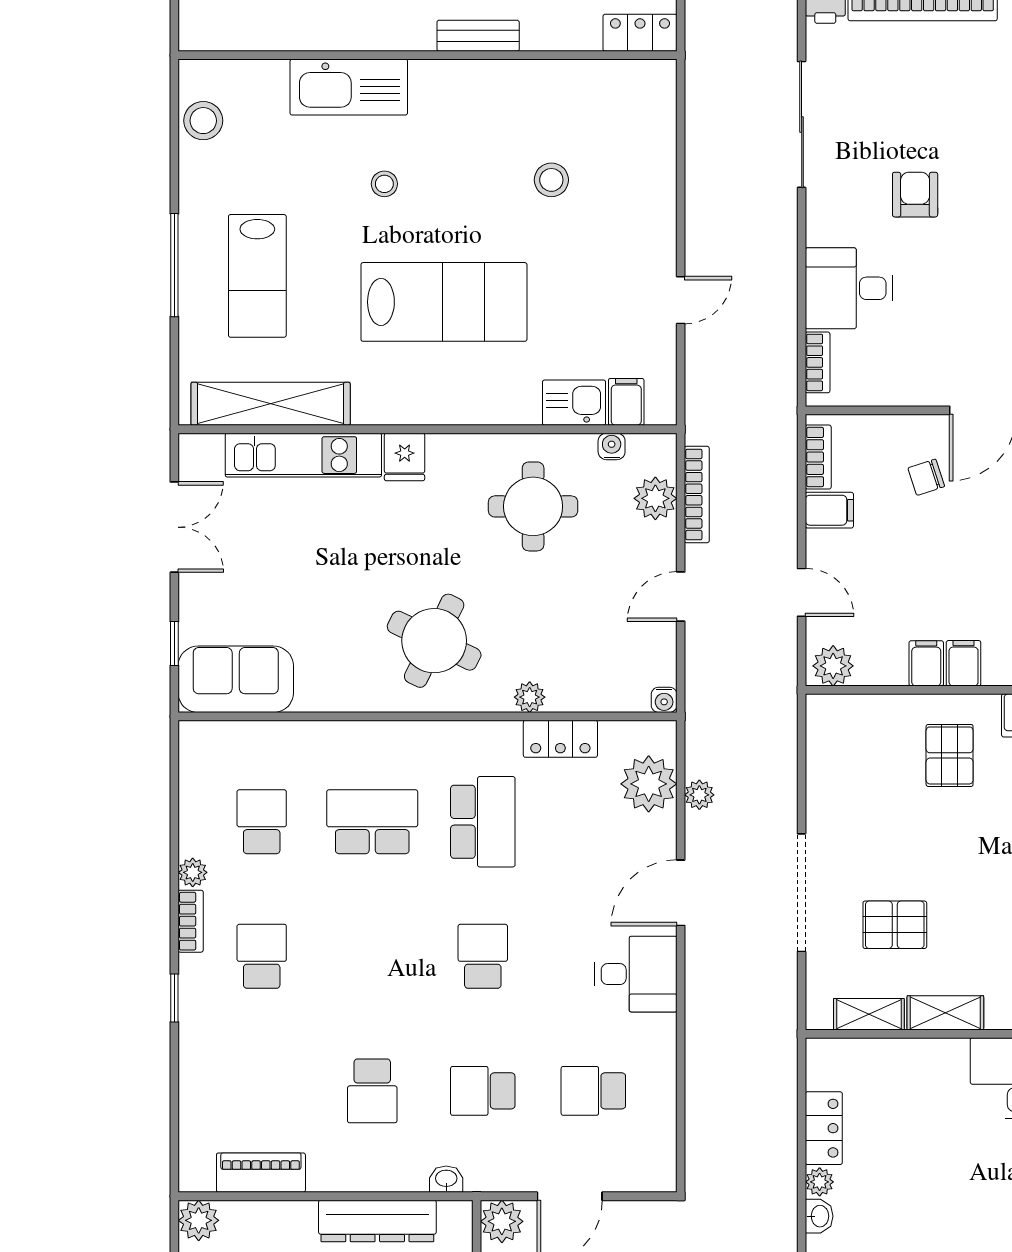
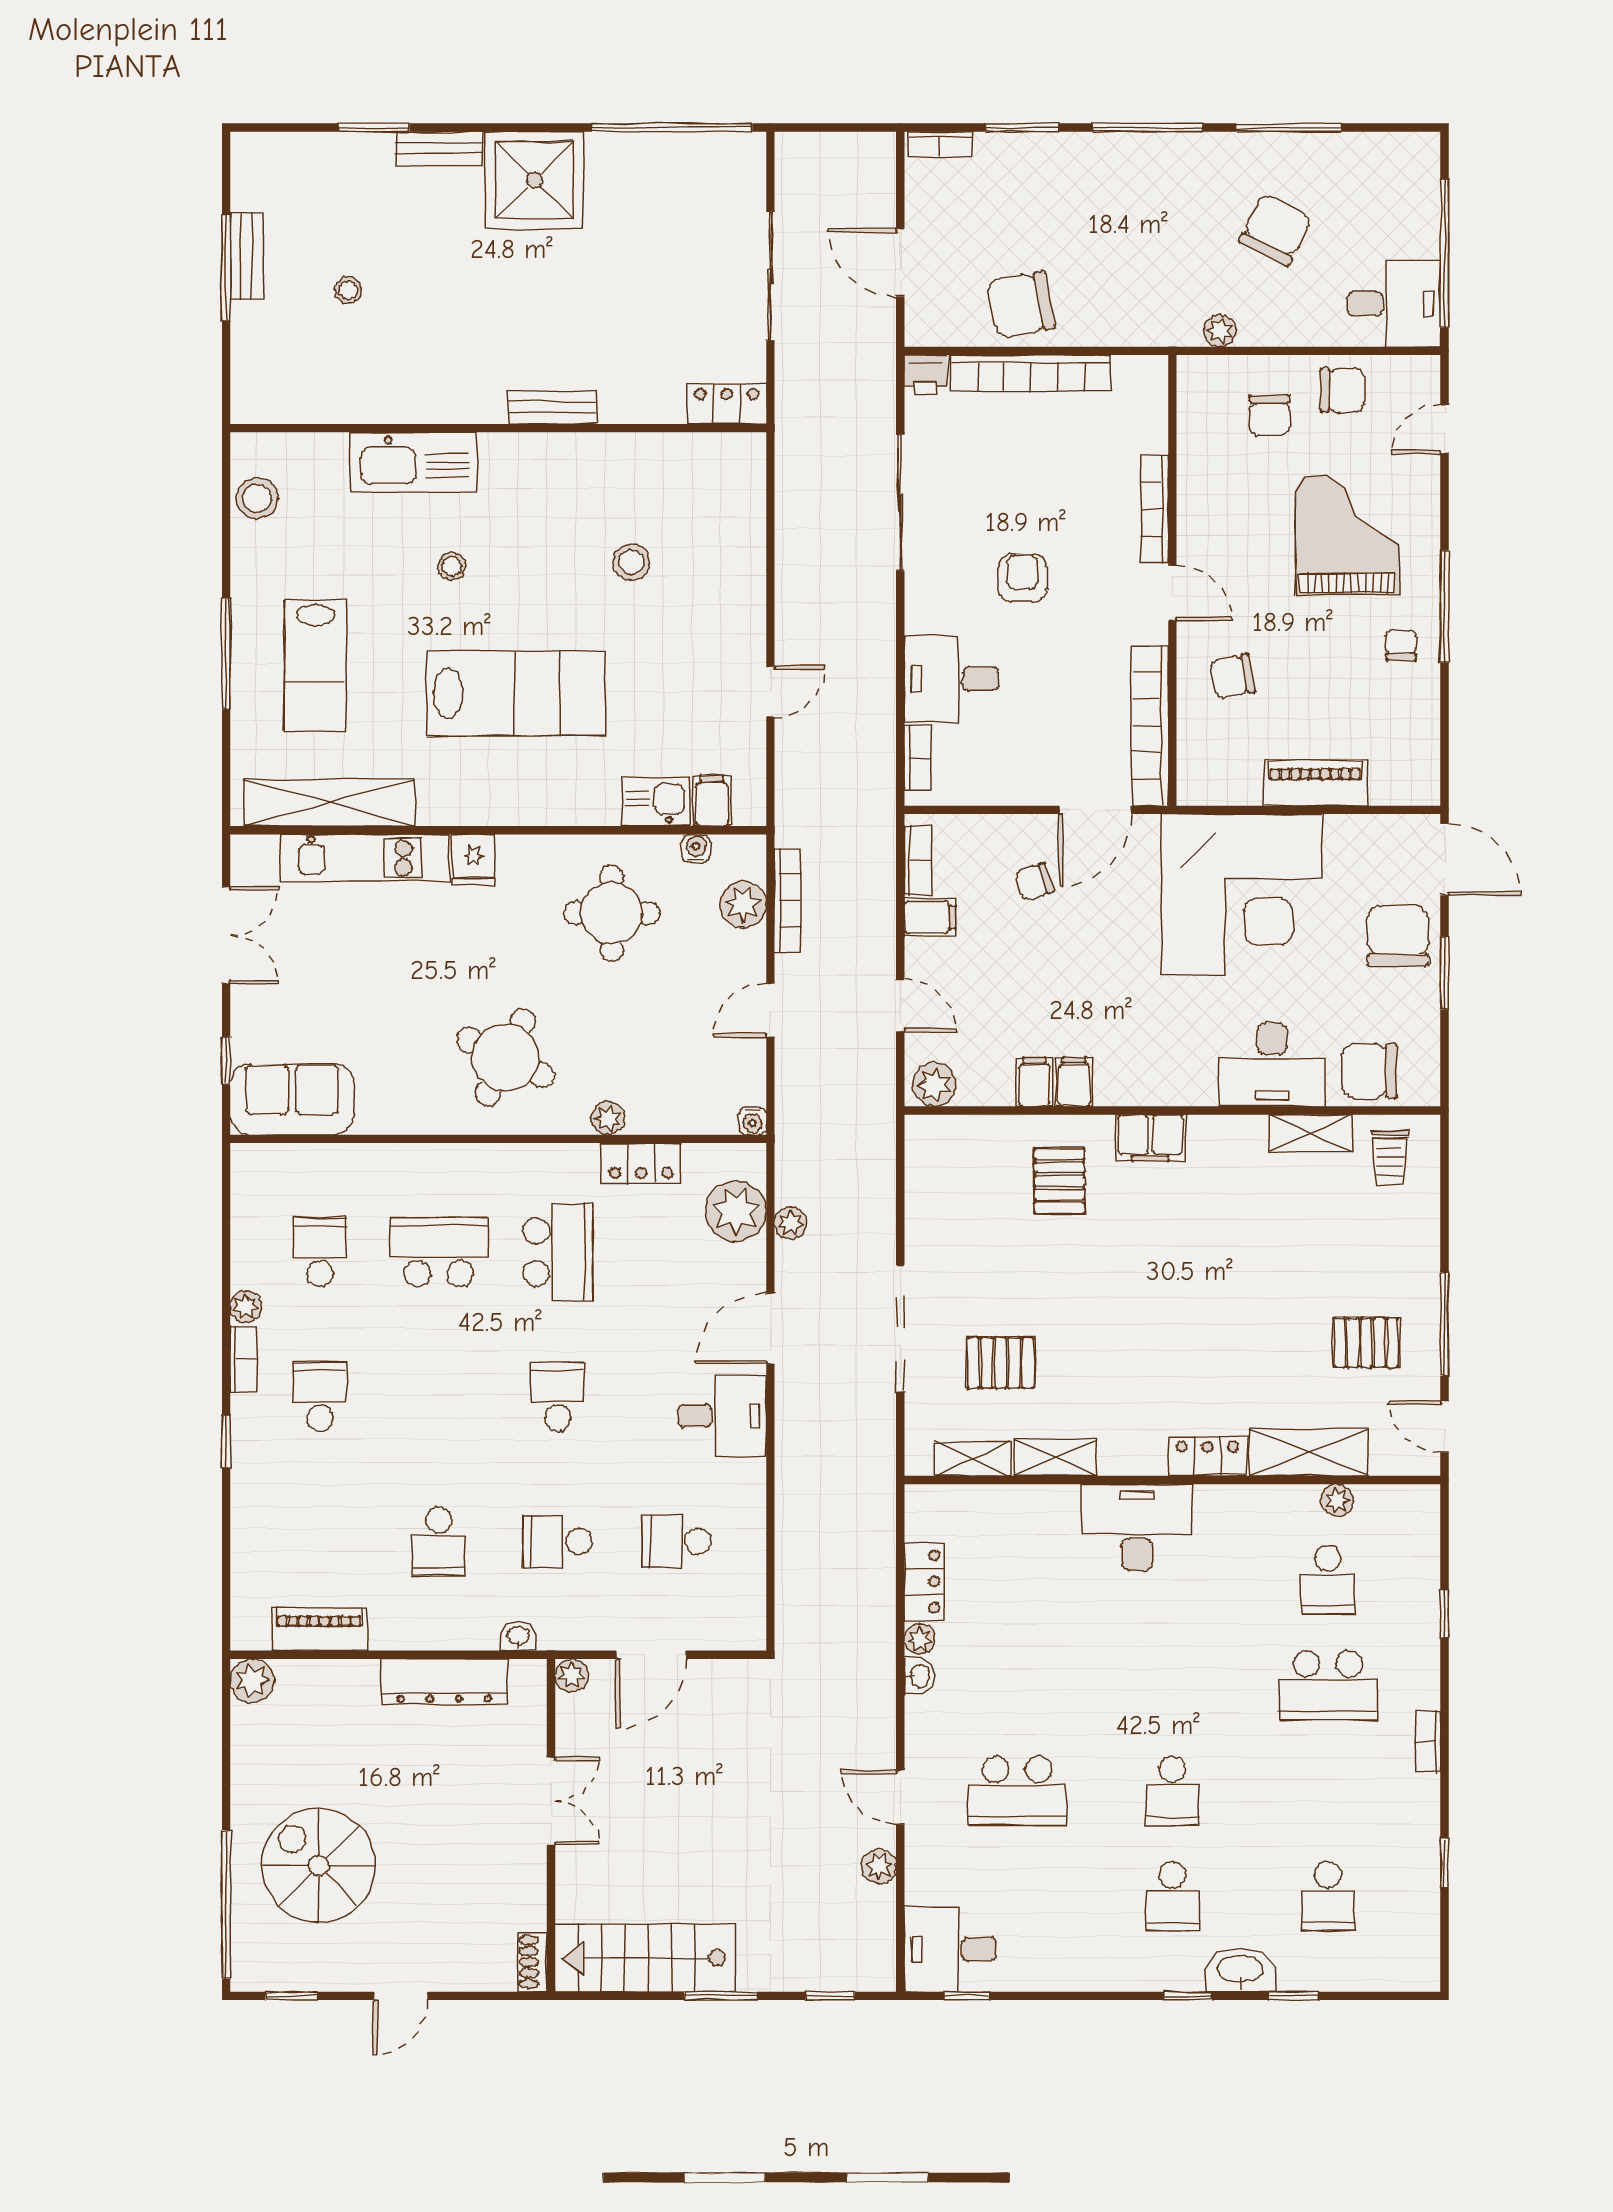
plant: (502, 1221) -> (572, 1675), width x0.73, depth x0.73

